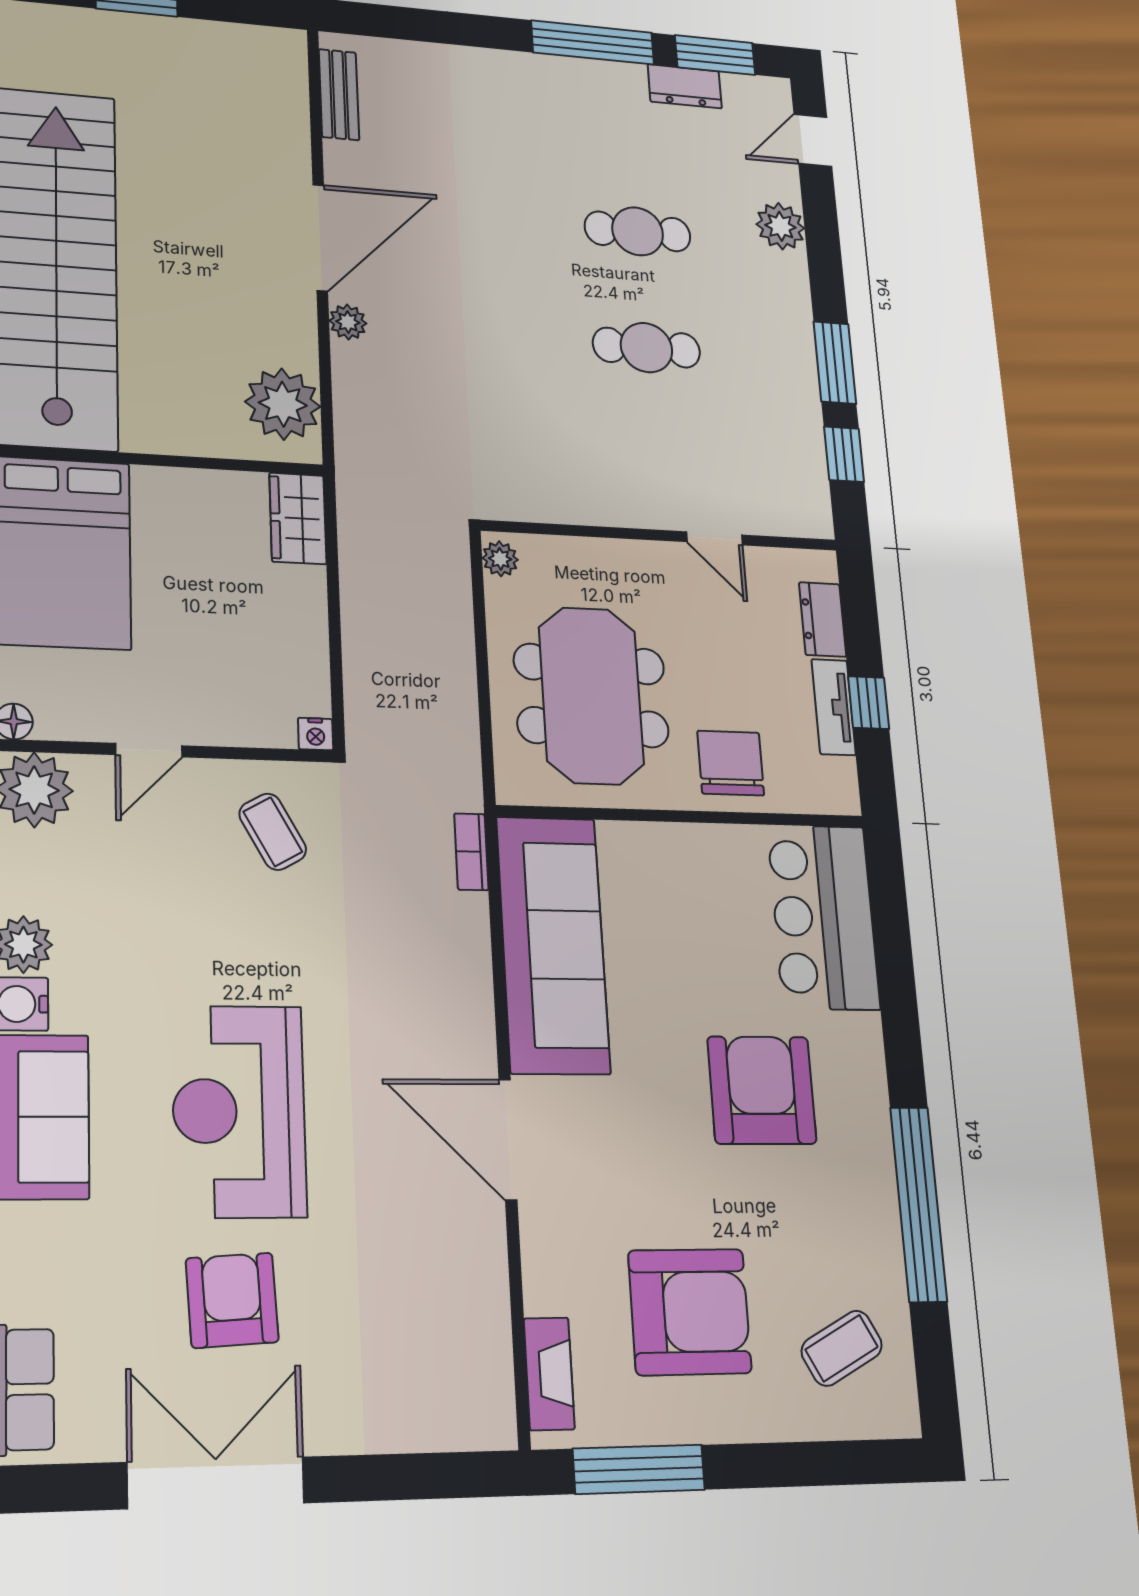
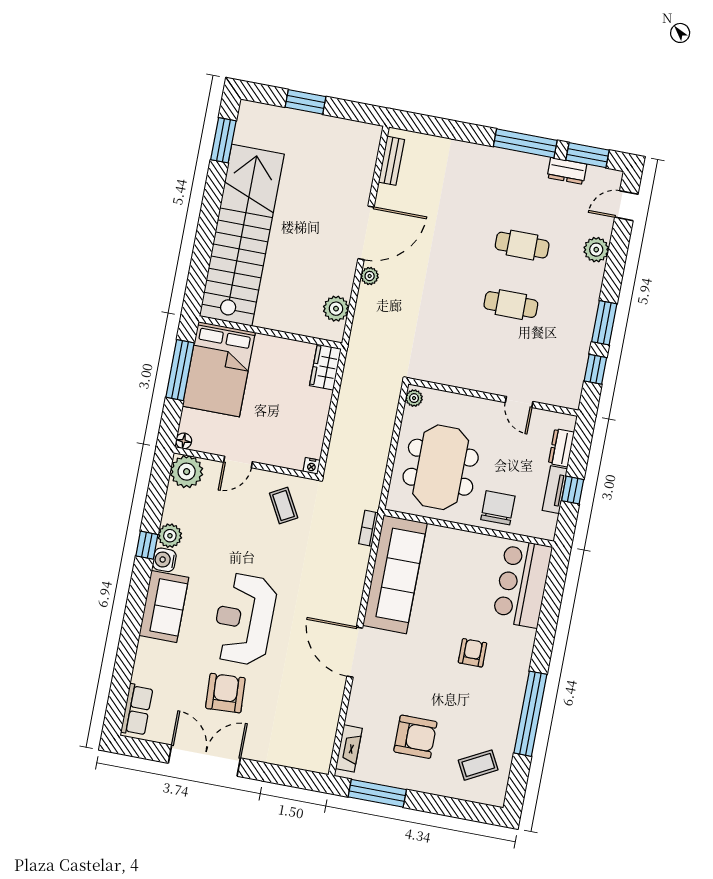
plant: (283, 404) -> (336, 309), width x0.73, depth x0.73
armchair: (762, 1090) -> (472, 653), width x0.53, depth x0.53
armchair: (690, 1312) -> (415, 737), width x0.73, depth x0.73

